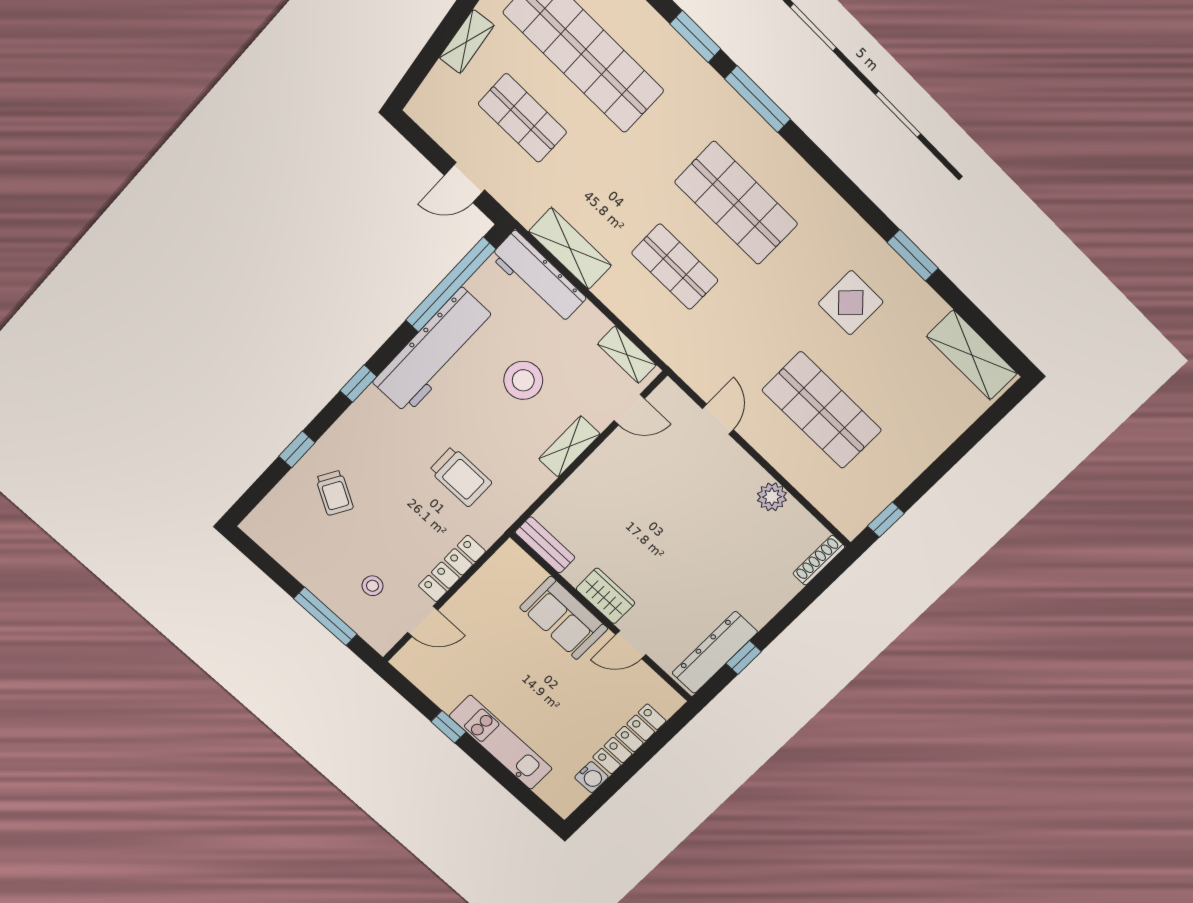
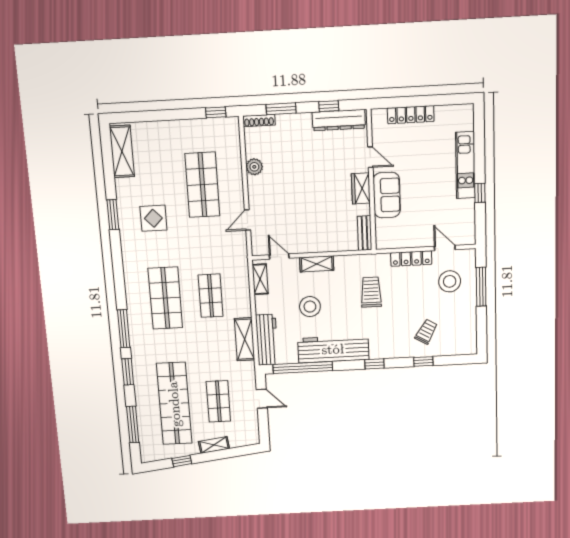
stool: (373, 586) -> (450, 281), width x1.89, depth x1.89
window: (803, 600) -> (281, 109), added
water cooler: (591, 777) -> (443, 112), removed

